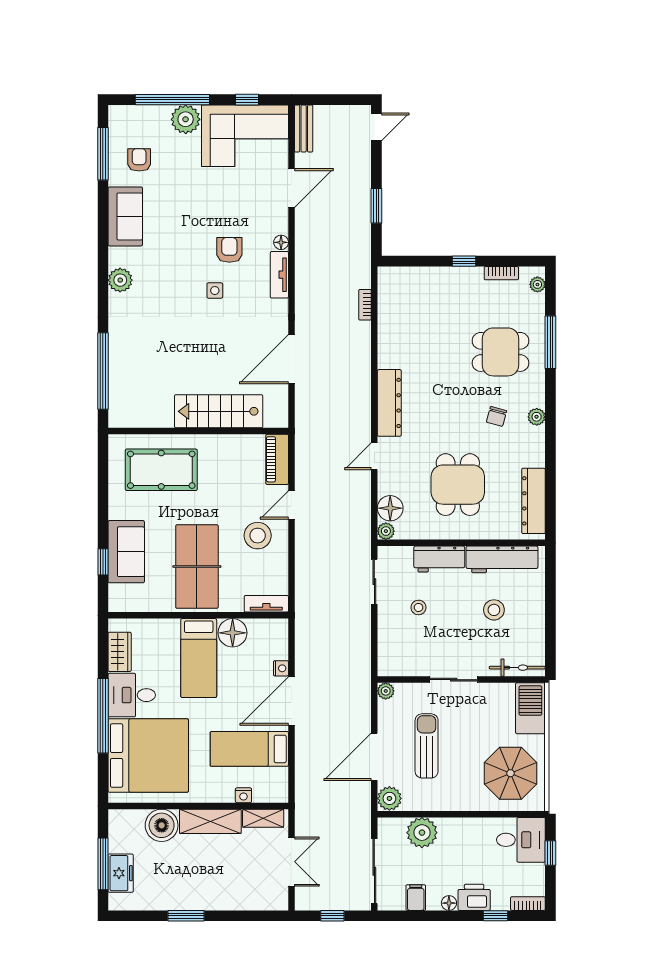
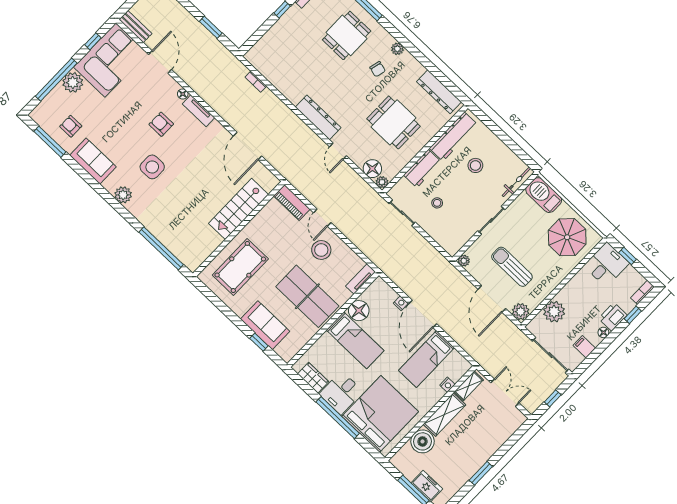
side table: (215, 291) -> (152, 167), moved, width x1.87, depth x1.87

